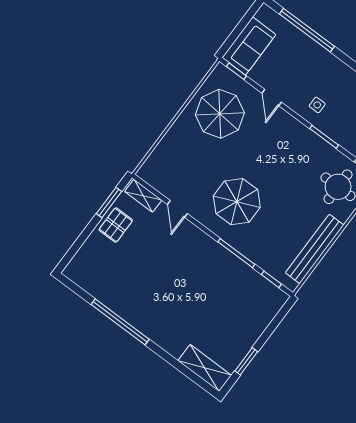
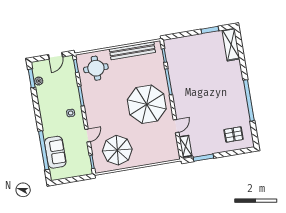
sofa: (249, 46) -> (55, 152), moved, turned 90
parasol: (237, 202) -> (147, 104), width x1.36, depth x1.36
pallet: (116, 225) -> (234, 134), moved

